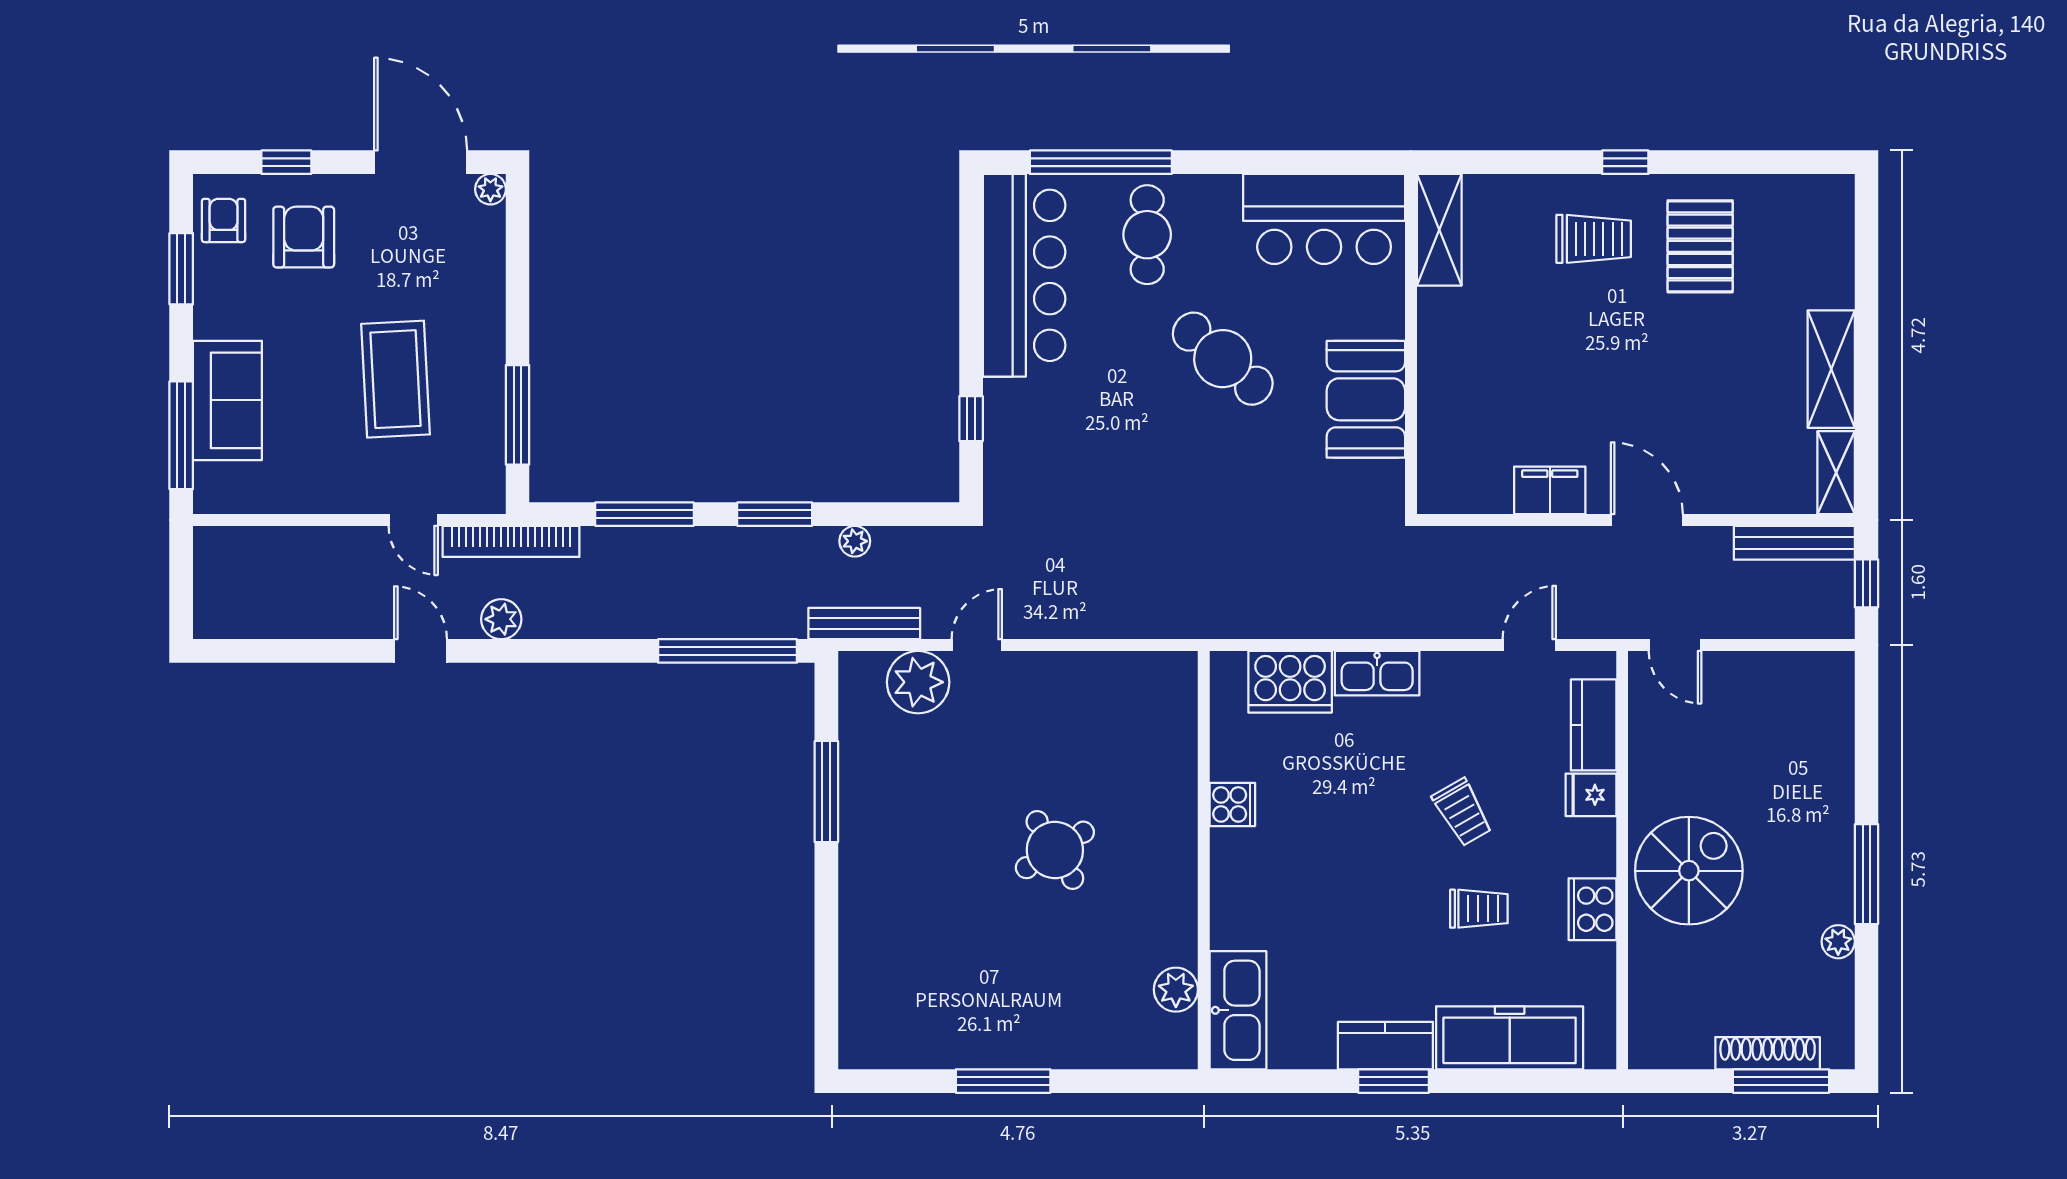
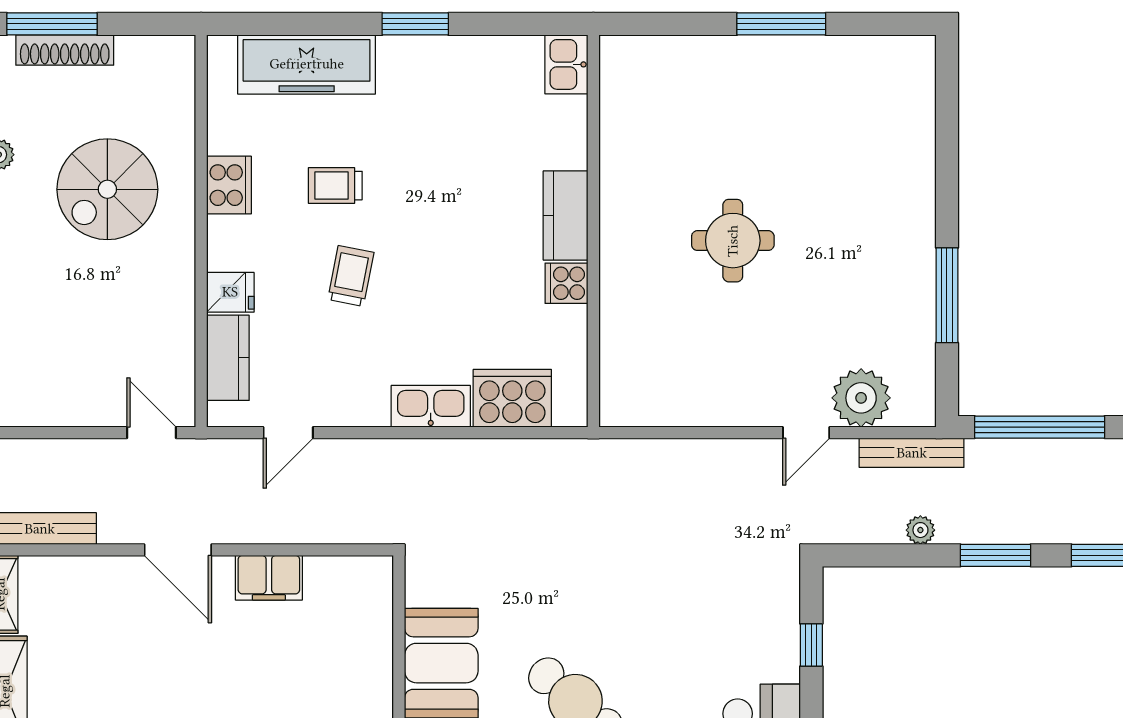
trolley: (1462, 812) -> (351, 276), turned 41
round table: (1055, 850) -> (733, 241), turned 32
spiral stairs: (1689, 871) -> (107, 189), moved
plant: (1176, 990) -> (619, 110), removed
kitchen sink: (1238, 1010) -> (566, 64), width x0.53, depth x0.81
kitchen counter: (1385, 1046) -> (566, 216), moved, turned 90

